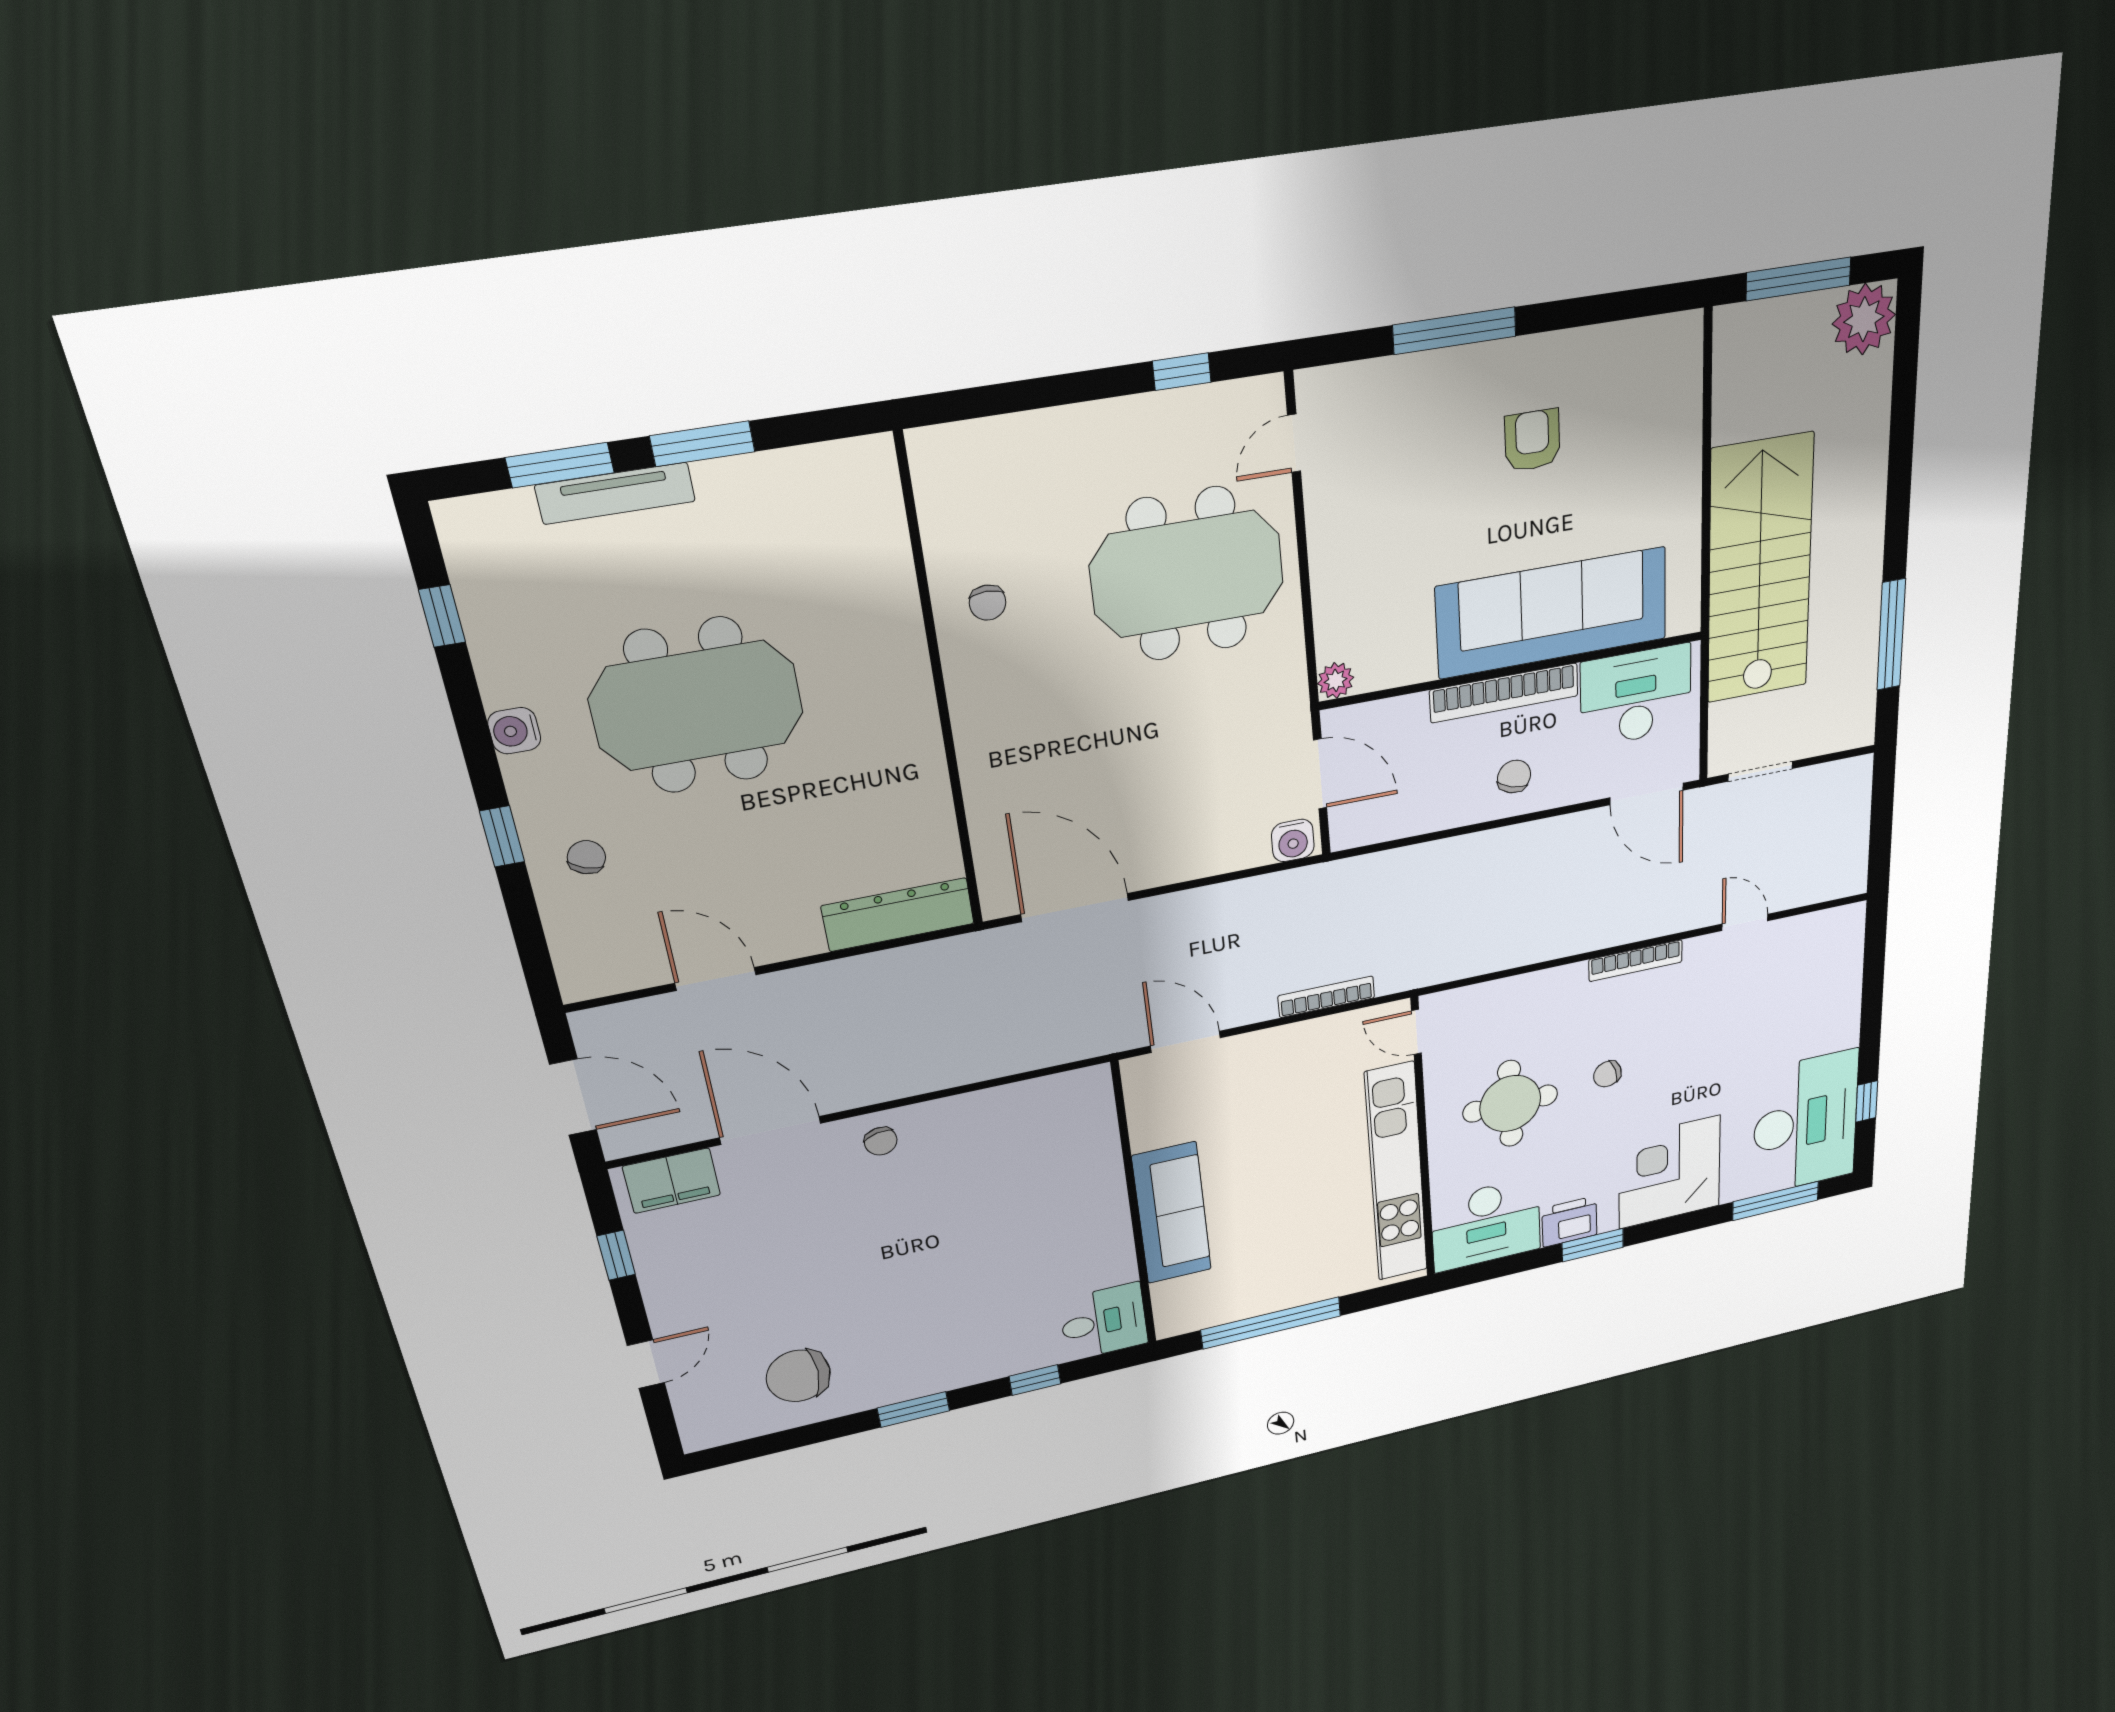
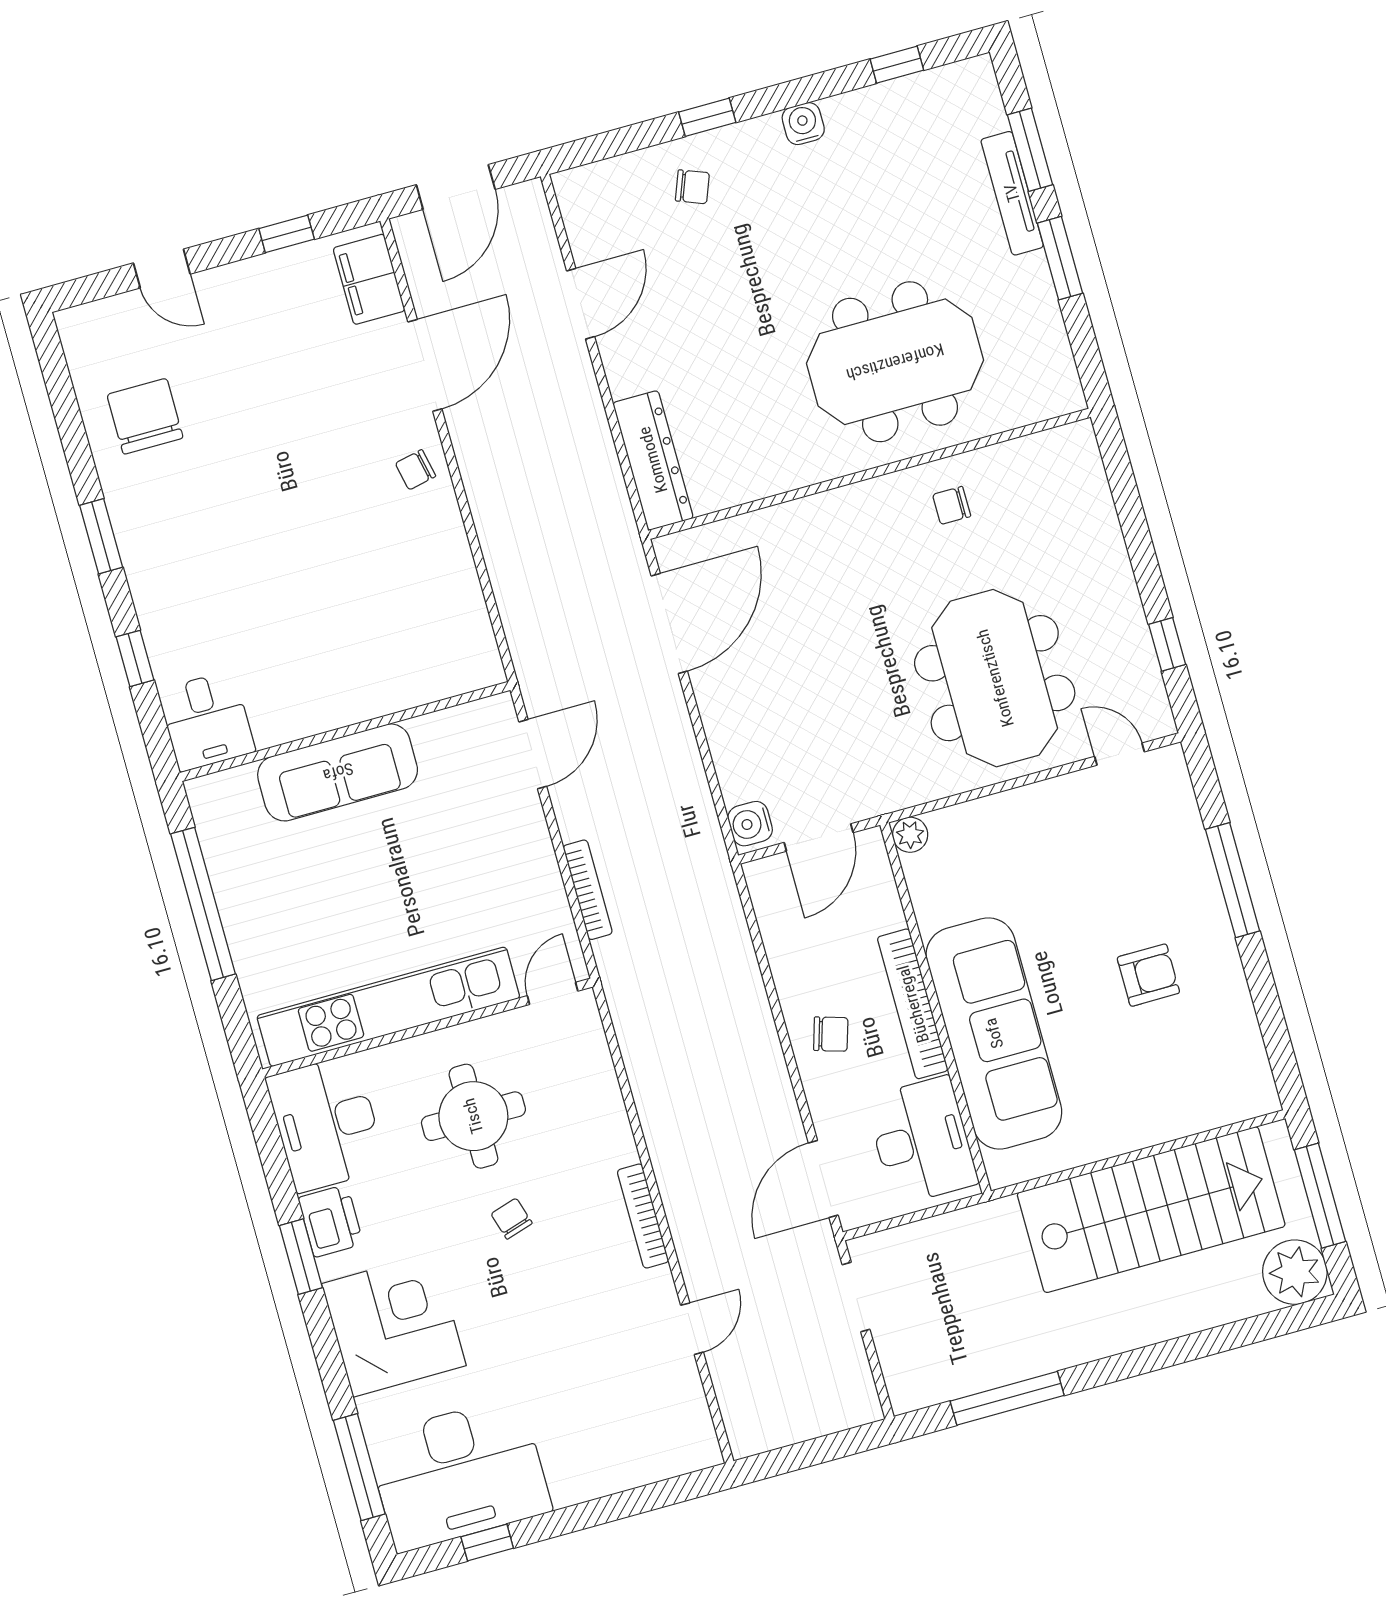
stairs: (1760, 570) -> (1151, 1210), moved
meeting table: (697, 706) -> (895, 362), moved, turned 90

